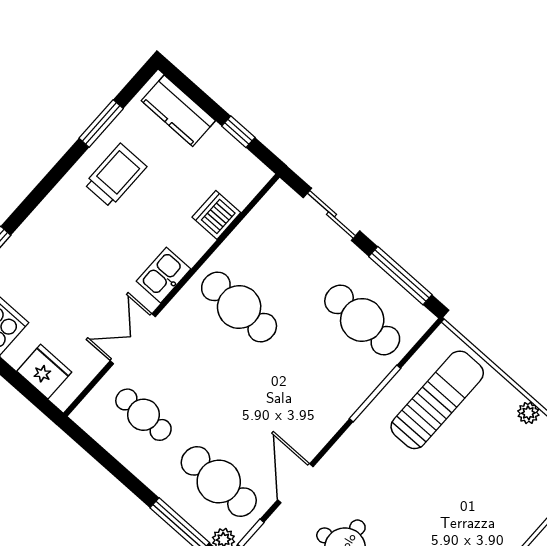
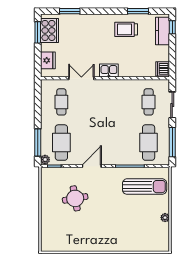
window: (238, 132) -> (172, 27), moved
trolley: (115, 175) -> (126, 29), turned 180
dishwasher: (216, 215) -> (163, 69), moved, turned -90
cafe table: (239, 307) -> (149, 102), moved, width x0.73, depth x0.74
door: (295, 483) -> (92, 166), moved

